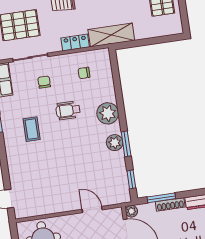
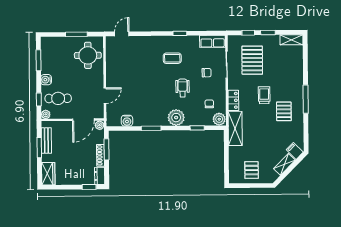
plant: (115, 143) -> (219, 119), moved
water cooler: (121, 176) -> (127, 121), added
window: (131, 179) -> (197, 128), moved

